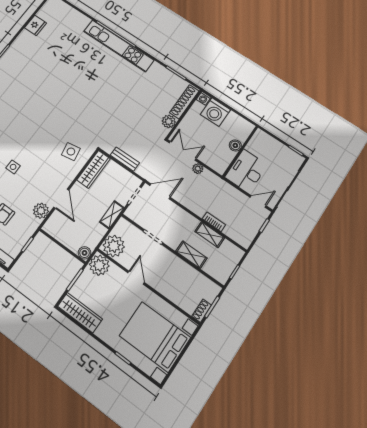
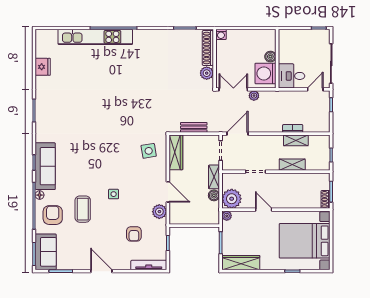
kitchen unit: (119, 46) -> (95, 37), moved
washing machine: (215, 112) -> (265, 73), moved, turned 90
desk: (246, 171) -> (292, 76), width x0.73
boiler: (84, 253) -> (214, 195), moved
plant: (99, 265) -> (227, 216), width x0.53, depth x0.53

